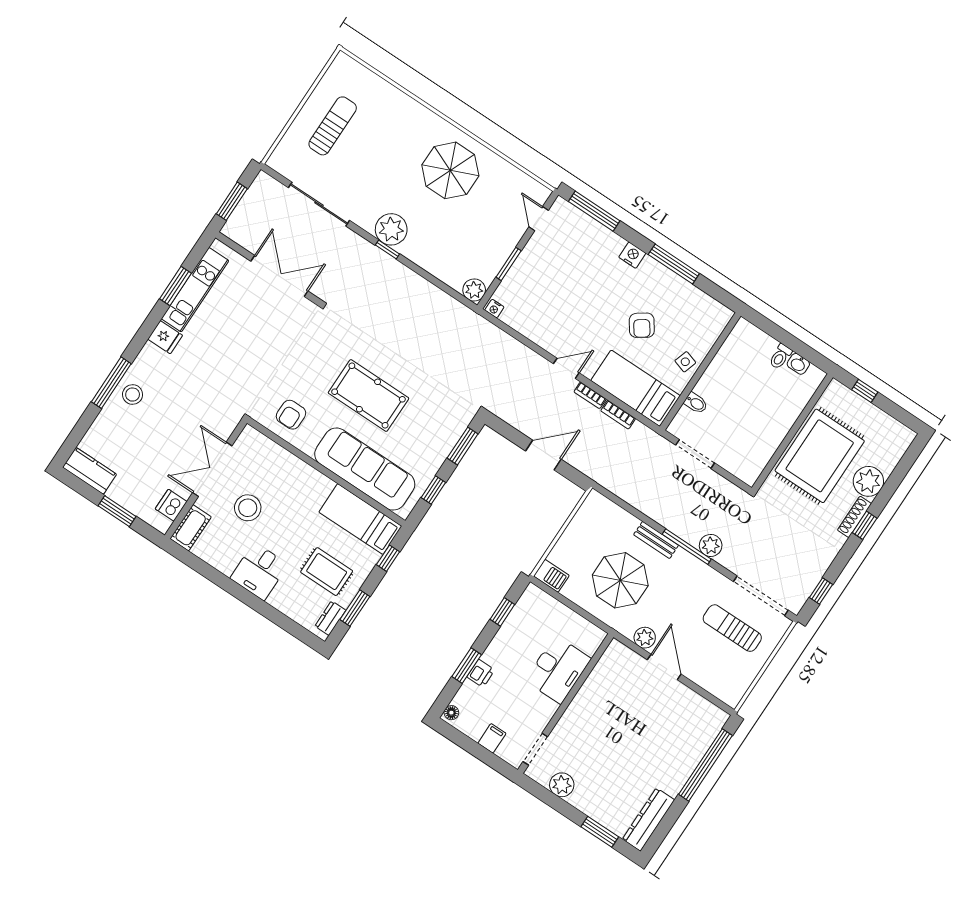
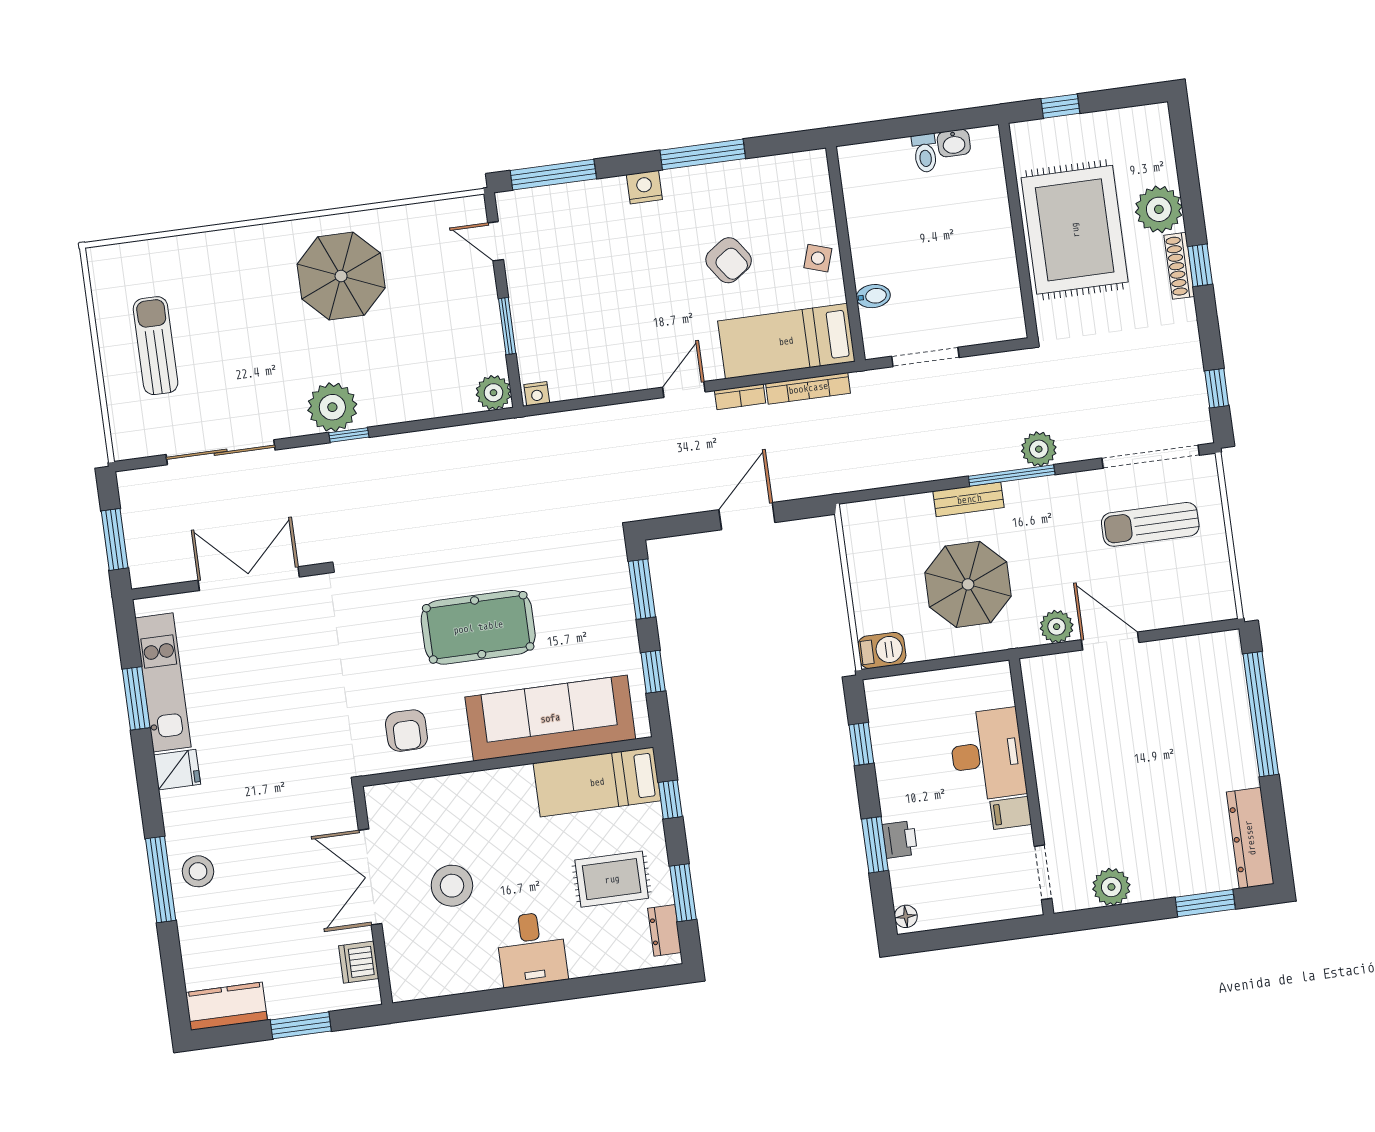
bookcase: (618, 415) -> (808, 388), width x1.56
cot: (191, 528) -> (405, 969), removed
filing cabinet: (492, 738) -> (1011, 813), moved, turned -90

